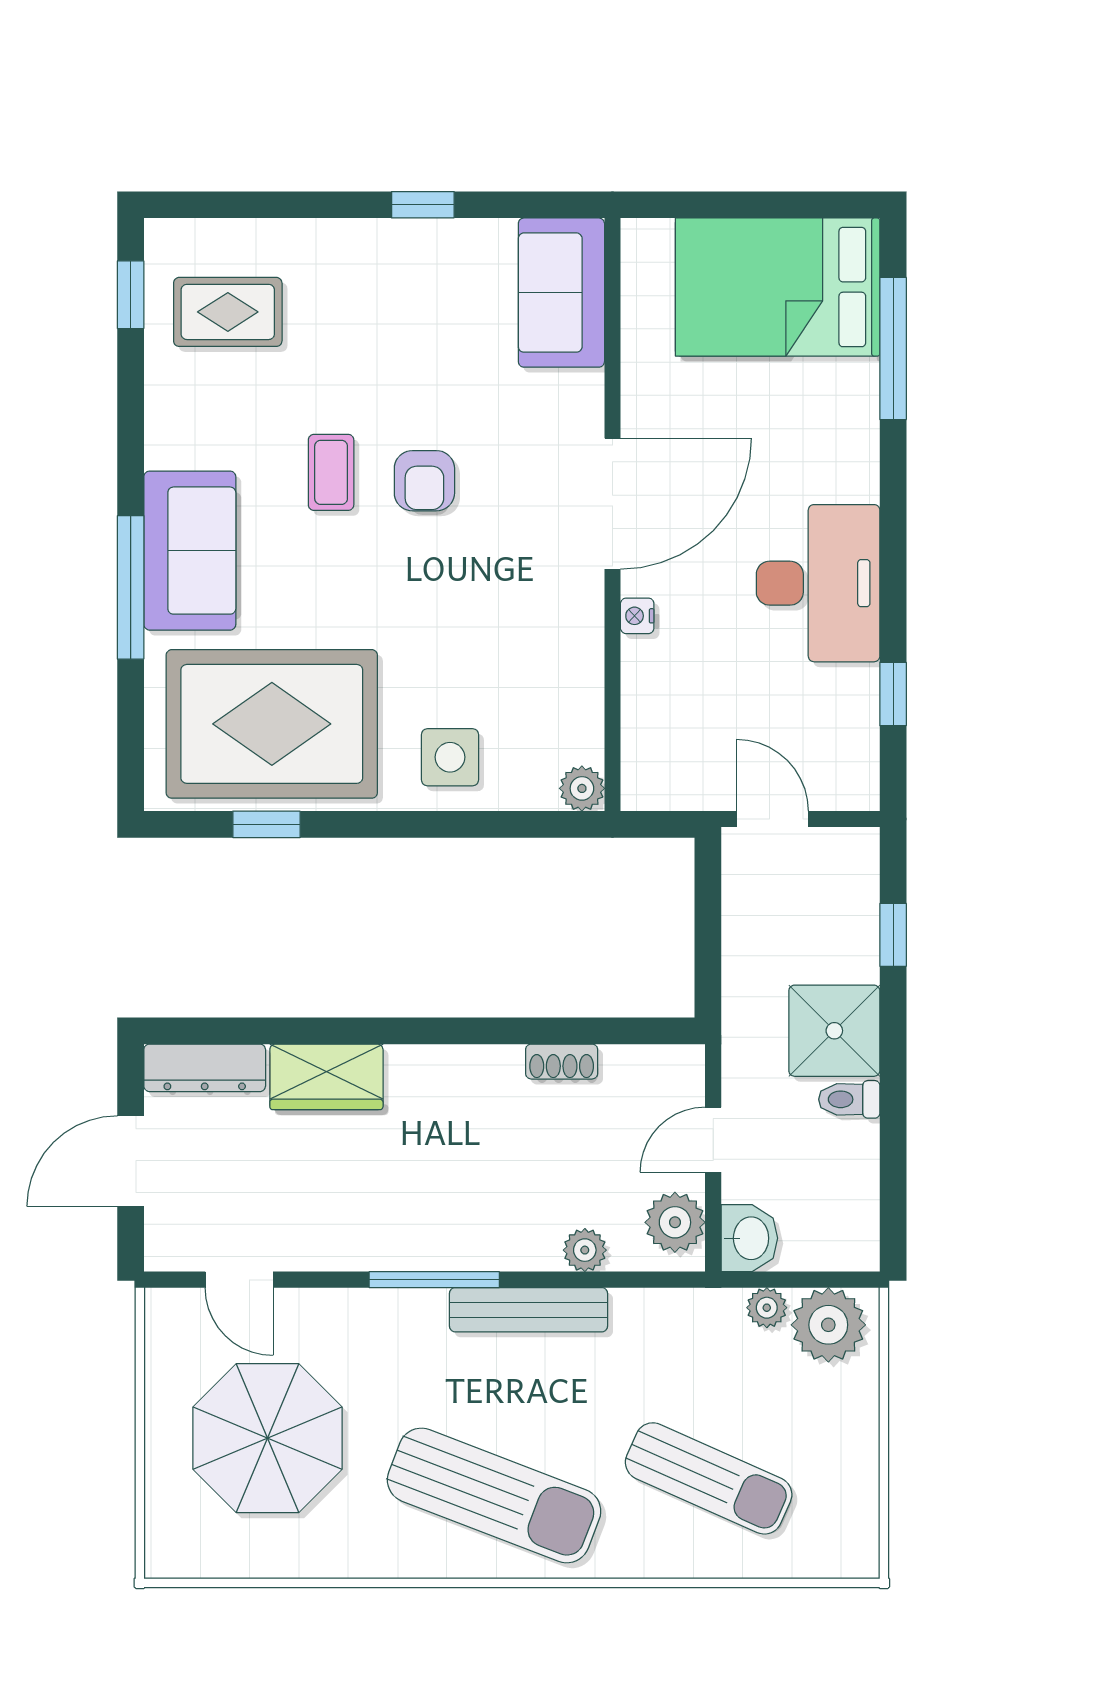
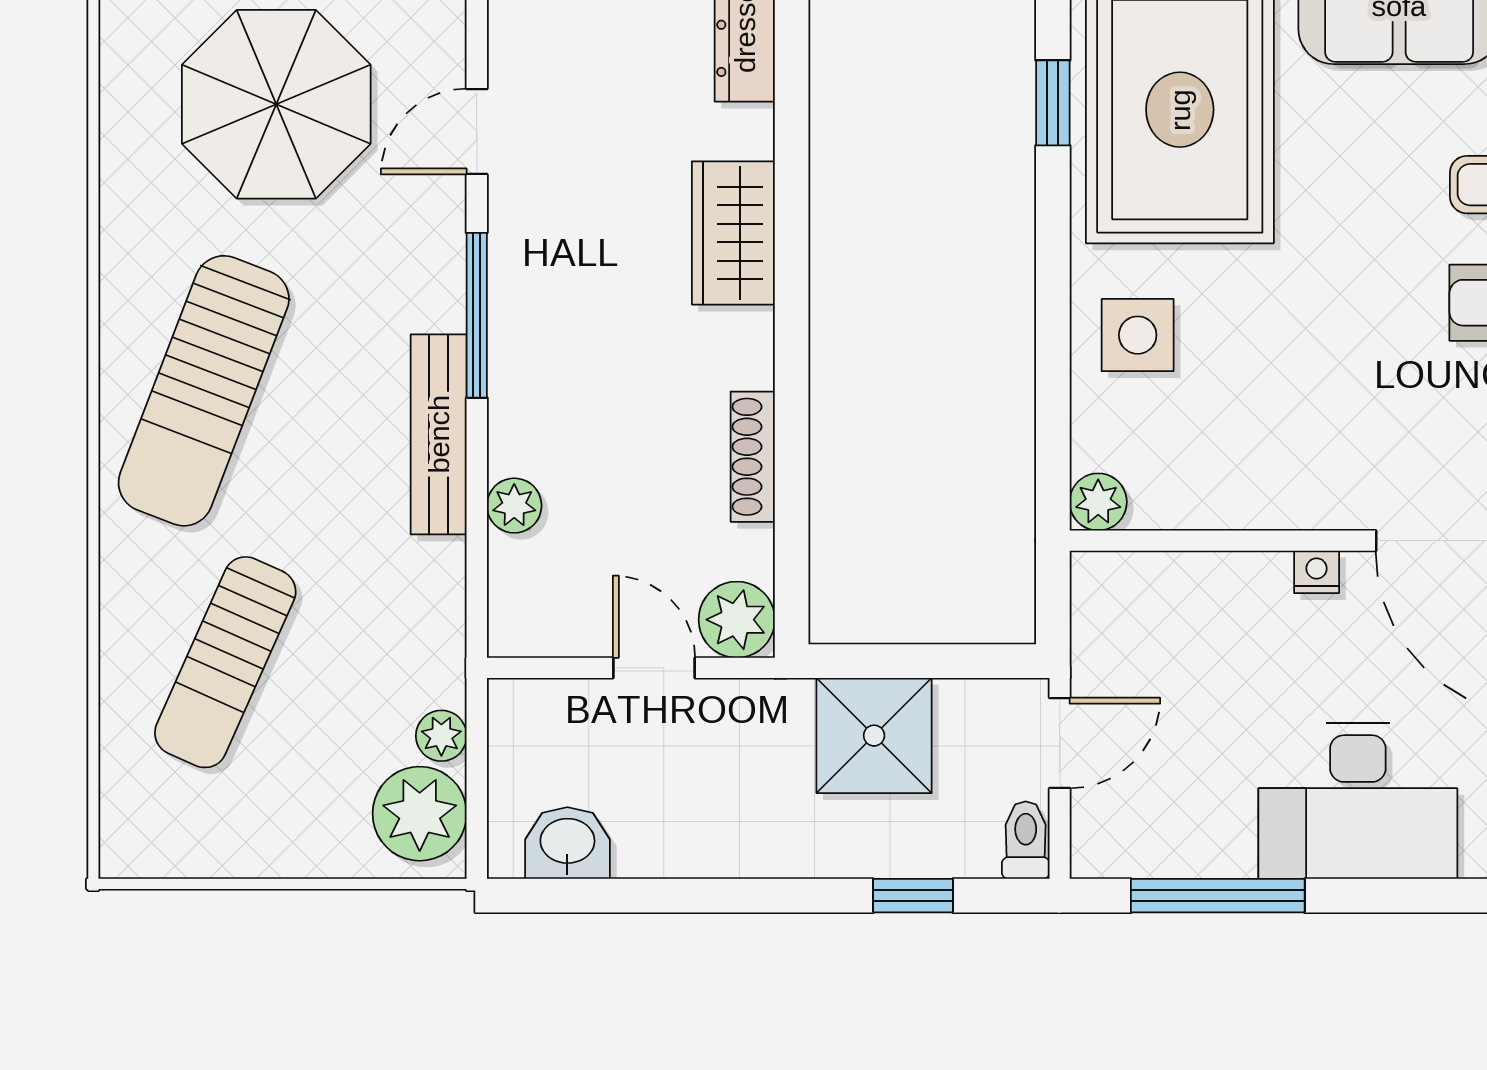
window: (893, 694) -> (1218, 896), width x2.17
shower: (834, 1031) -> (874, 736), moved
shoe rack: (562, 1062) -> (753, 457), width x1.43
wardrobe: (326, 1077) -> (733, 233), moved
toilet: (849, 1099) -> (1026, 840), moved
plant: (675, 1222) -> (737, 620), moved
washbasin: (749, 1238) -> (567, 843), moved, turned 180
door: (239, 1280) -> (477, 132), moved

